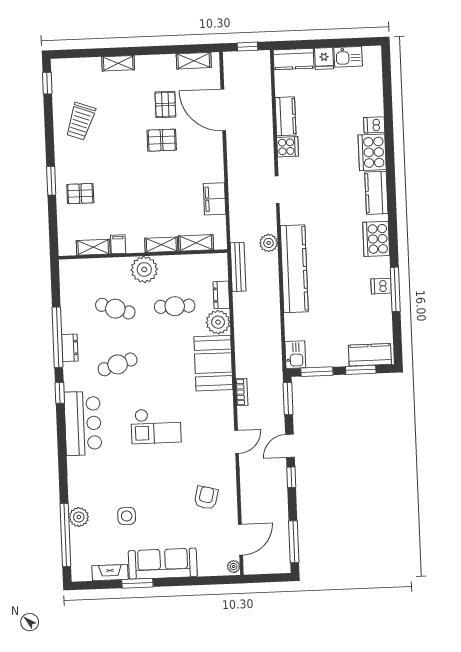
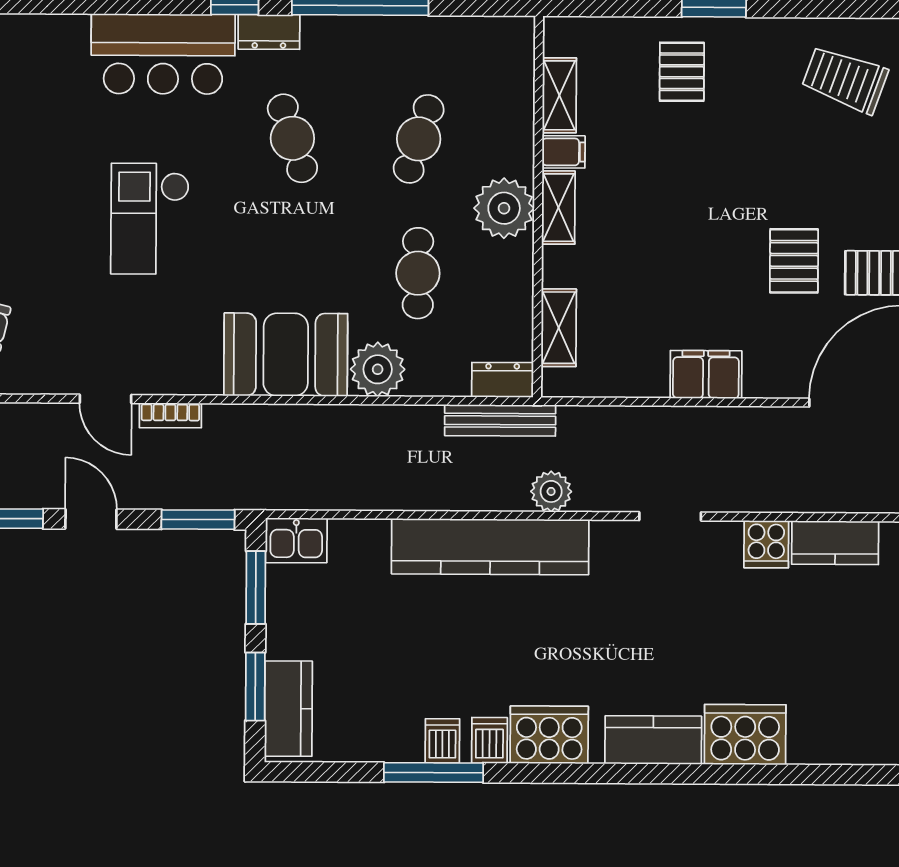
dishwasher: (374, 125) -> (489, 740), moved
filing cabinet: (215, 199) -> (706, 374), moved
shelving: (161, 245) -> (558, 208), moved
dresser: (221, 295) -> (503, 380), moved
dresser: (70, 348) -> (269, 32), moved
bookcase: (242, 392) -> (170, 415), moved

